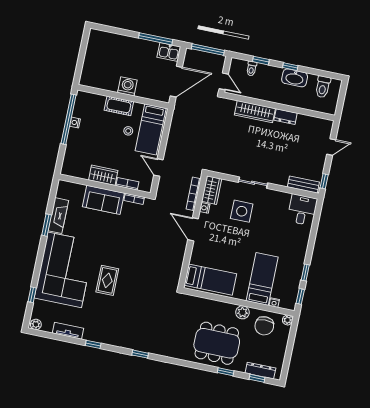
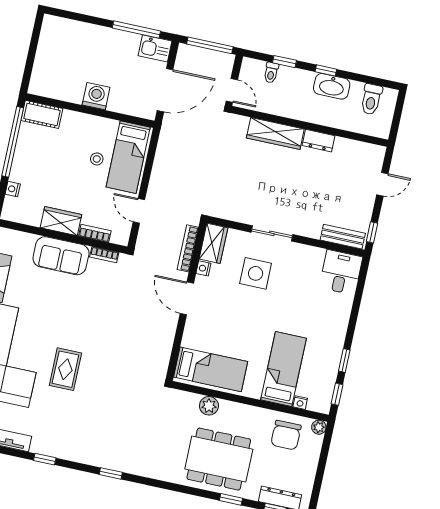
cot: (119, 106) -> (42, 114), moved
nightstand: (75, 123) -> (13, 189), moved
plant: (242, 312) -> (209, 406), moved

